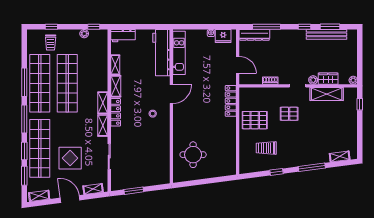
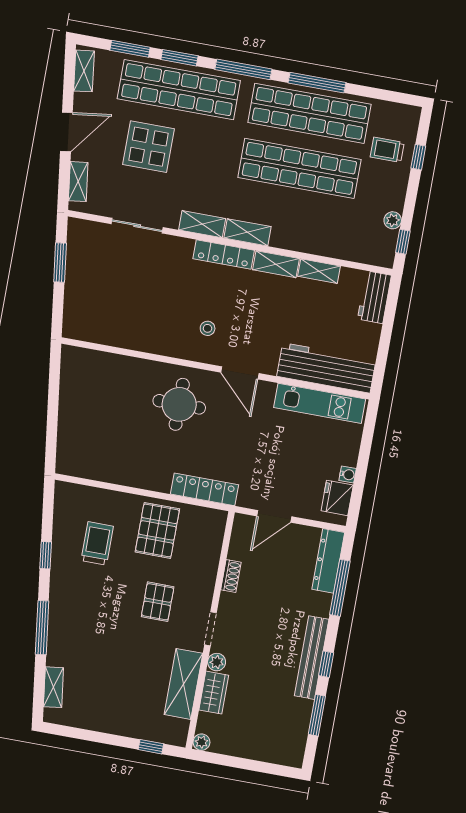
bench: (327, 34) -> (312, 658), moved
round table: (193, 155) -> (179, 404), moved

